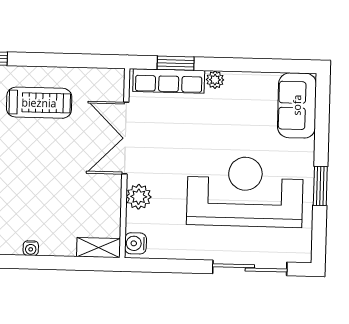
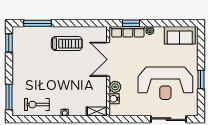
sofa: (297, 105) -> (180, 35), moved, turned -90
reception desk: (245, 192) -> (165, 83), turned 180
water cooler: (135, 243) -> (114, 99), moved

